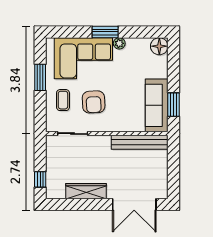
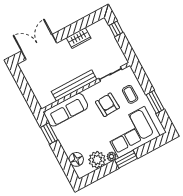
floor lamp: (159, 46) -> (76, 159), moved
plant: (137, 48) -> (97, 160), added
sofa: (157, 105) -> (66, 110), moved, turned 90
bench: (140, 142) -> (74, 86), moved
wardrobe: (86, 191) -> (79, 38), width x0.67

